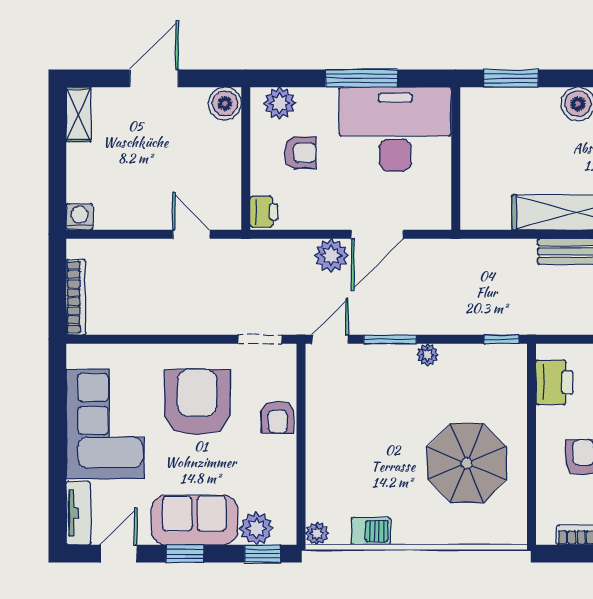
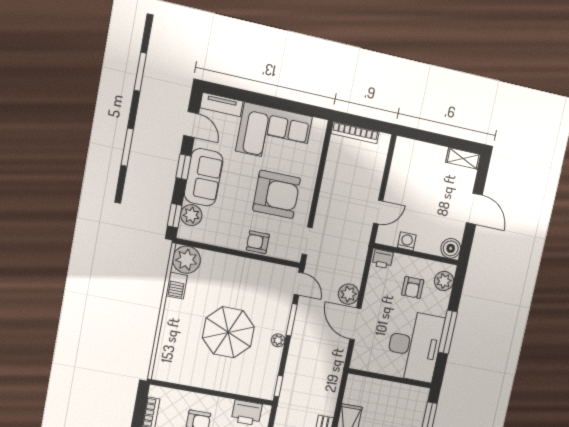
washing machine: (79, 217) -> (407, 241), moved, turned -90
parasol: (467, 463) -> (228, 332), moved
plant: (317, 533) -> (186, 260), width x1.88, depth x1.88

